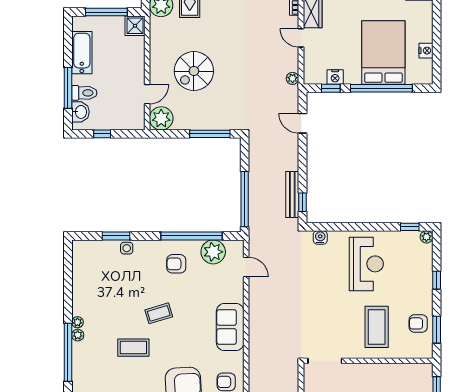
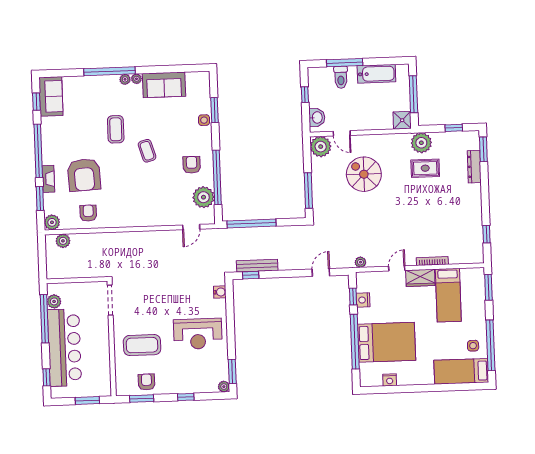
washbasin: (80, 112) -> (317, 118), moved, turned -90
window: (410, 227) -> (232, 371), width x1.50
sofa: (230, 327) -> (164, 85), moved, turned 180

